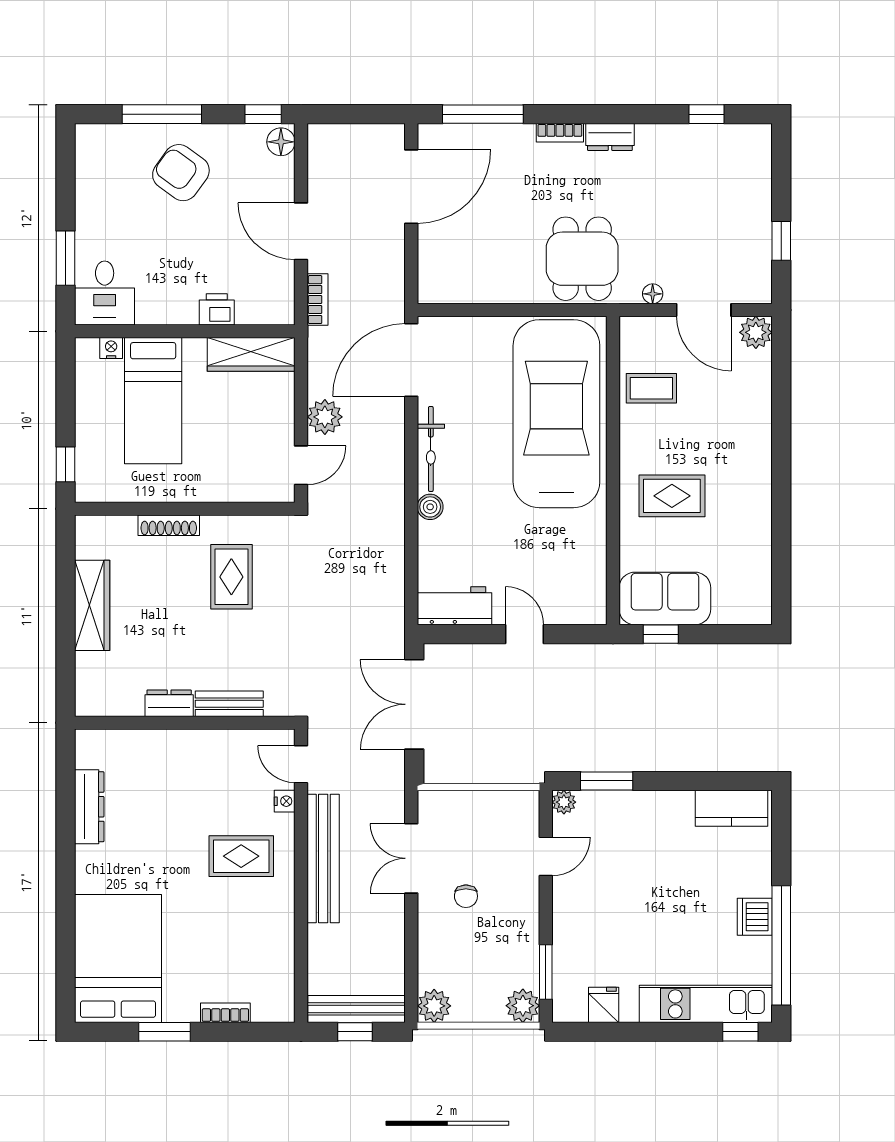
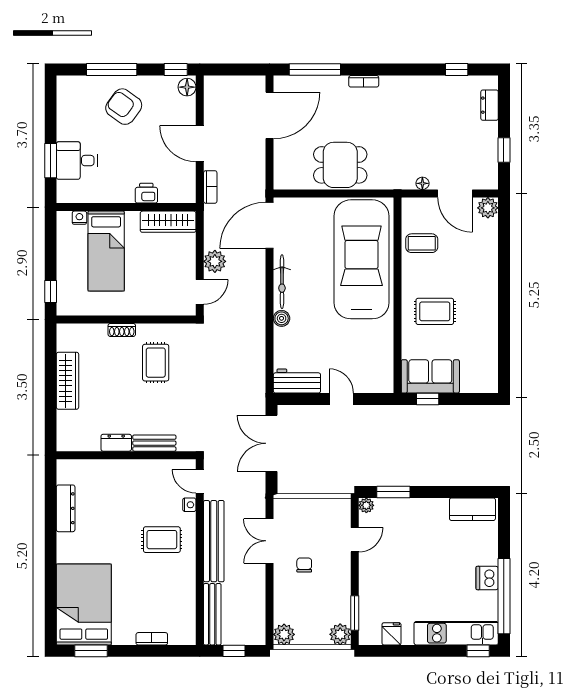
dresser: (610, 137) -> (490, 105), moved, turned 90
dining table: (582, 259) -> (340, 165), moved, turned 90
desk: (105, 293) -> (77, 161), moved, turned 90
shoe rack: (169, 525) -> (122, 330), width x0.70
chair: (466, 896) -> (304, 565), turned 180
bench: (356, 1009) -> (212, 614), moved, turned 90
window: (165, 1032) -> (91, 651), moved

